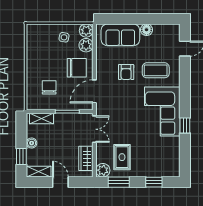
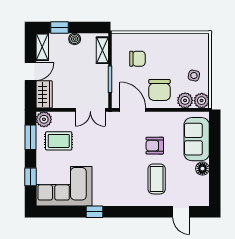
corner sofa: (162, 111) -> (64, 186), moved
wardrobe: (86, 158) -> (44, 94), moved, turned 90

